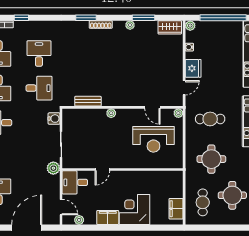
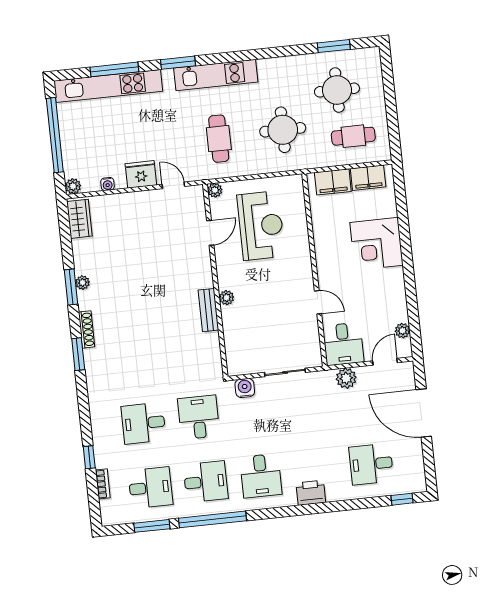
window: (143, 18) -> (71, 287), moved
bench: (88, 101) -> (208, 310), moved
plant: (53, 168) -> (346, 378), moved
filing cabinet: (108, 217) -> (333, 182), moved, turned -90

